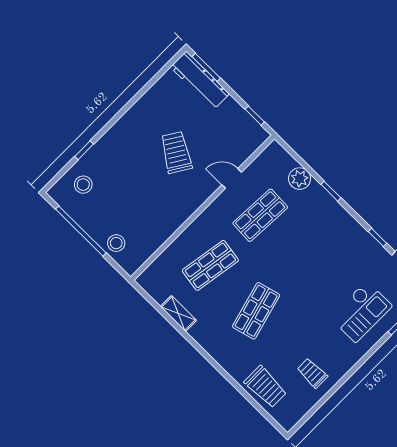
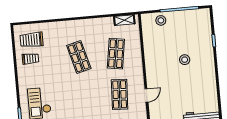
trolley: (176, 152) -> (179, 81), removed
stool: (83, 185) -> (185, 60), moved
shelving: (178, 314) -> (124, 20), moved
trolley: (265, 387) -> (32, 40), moved

